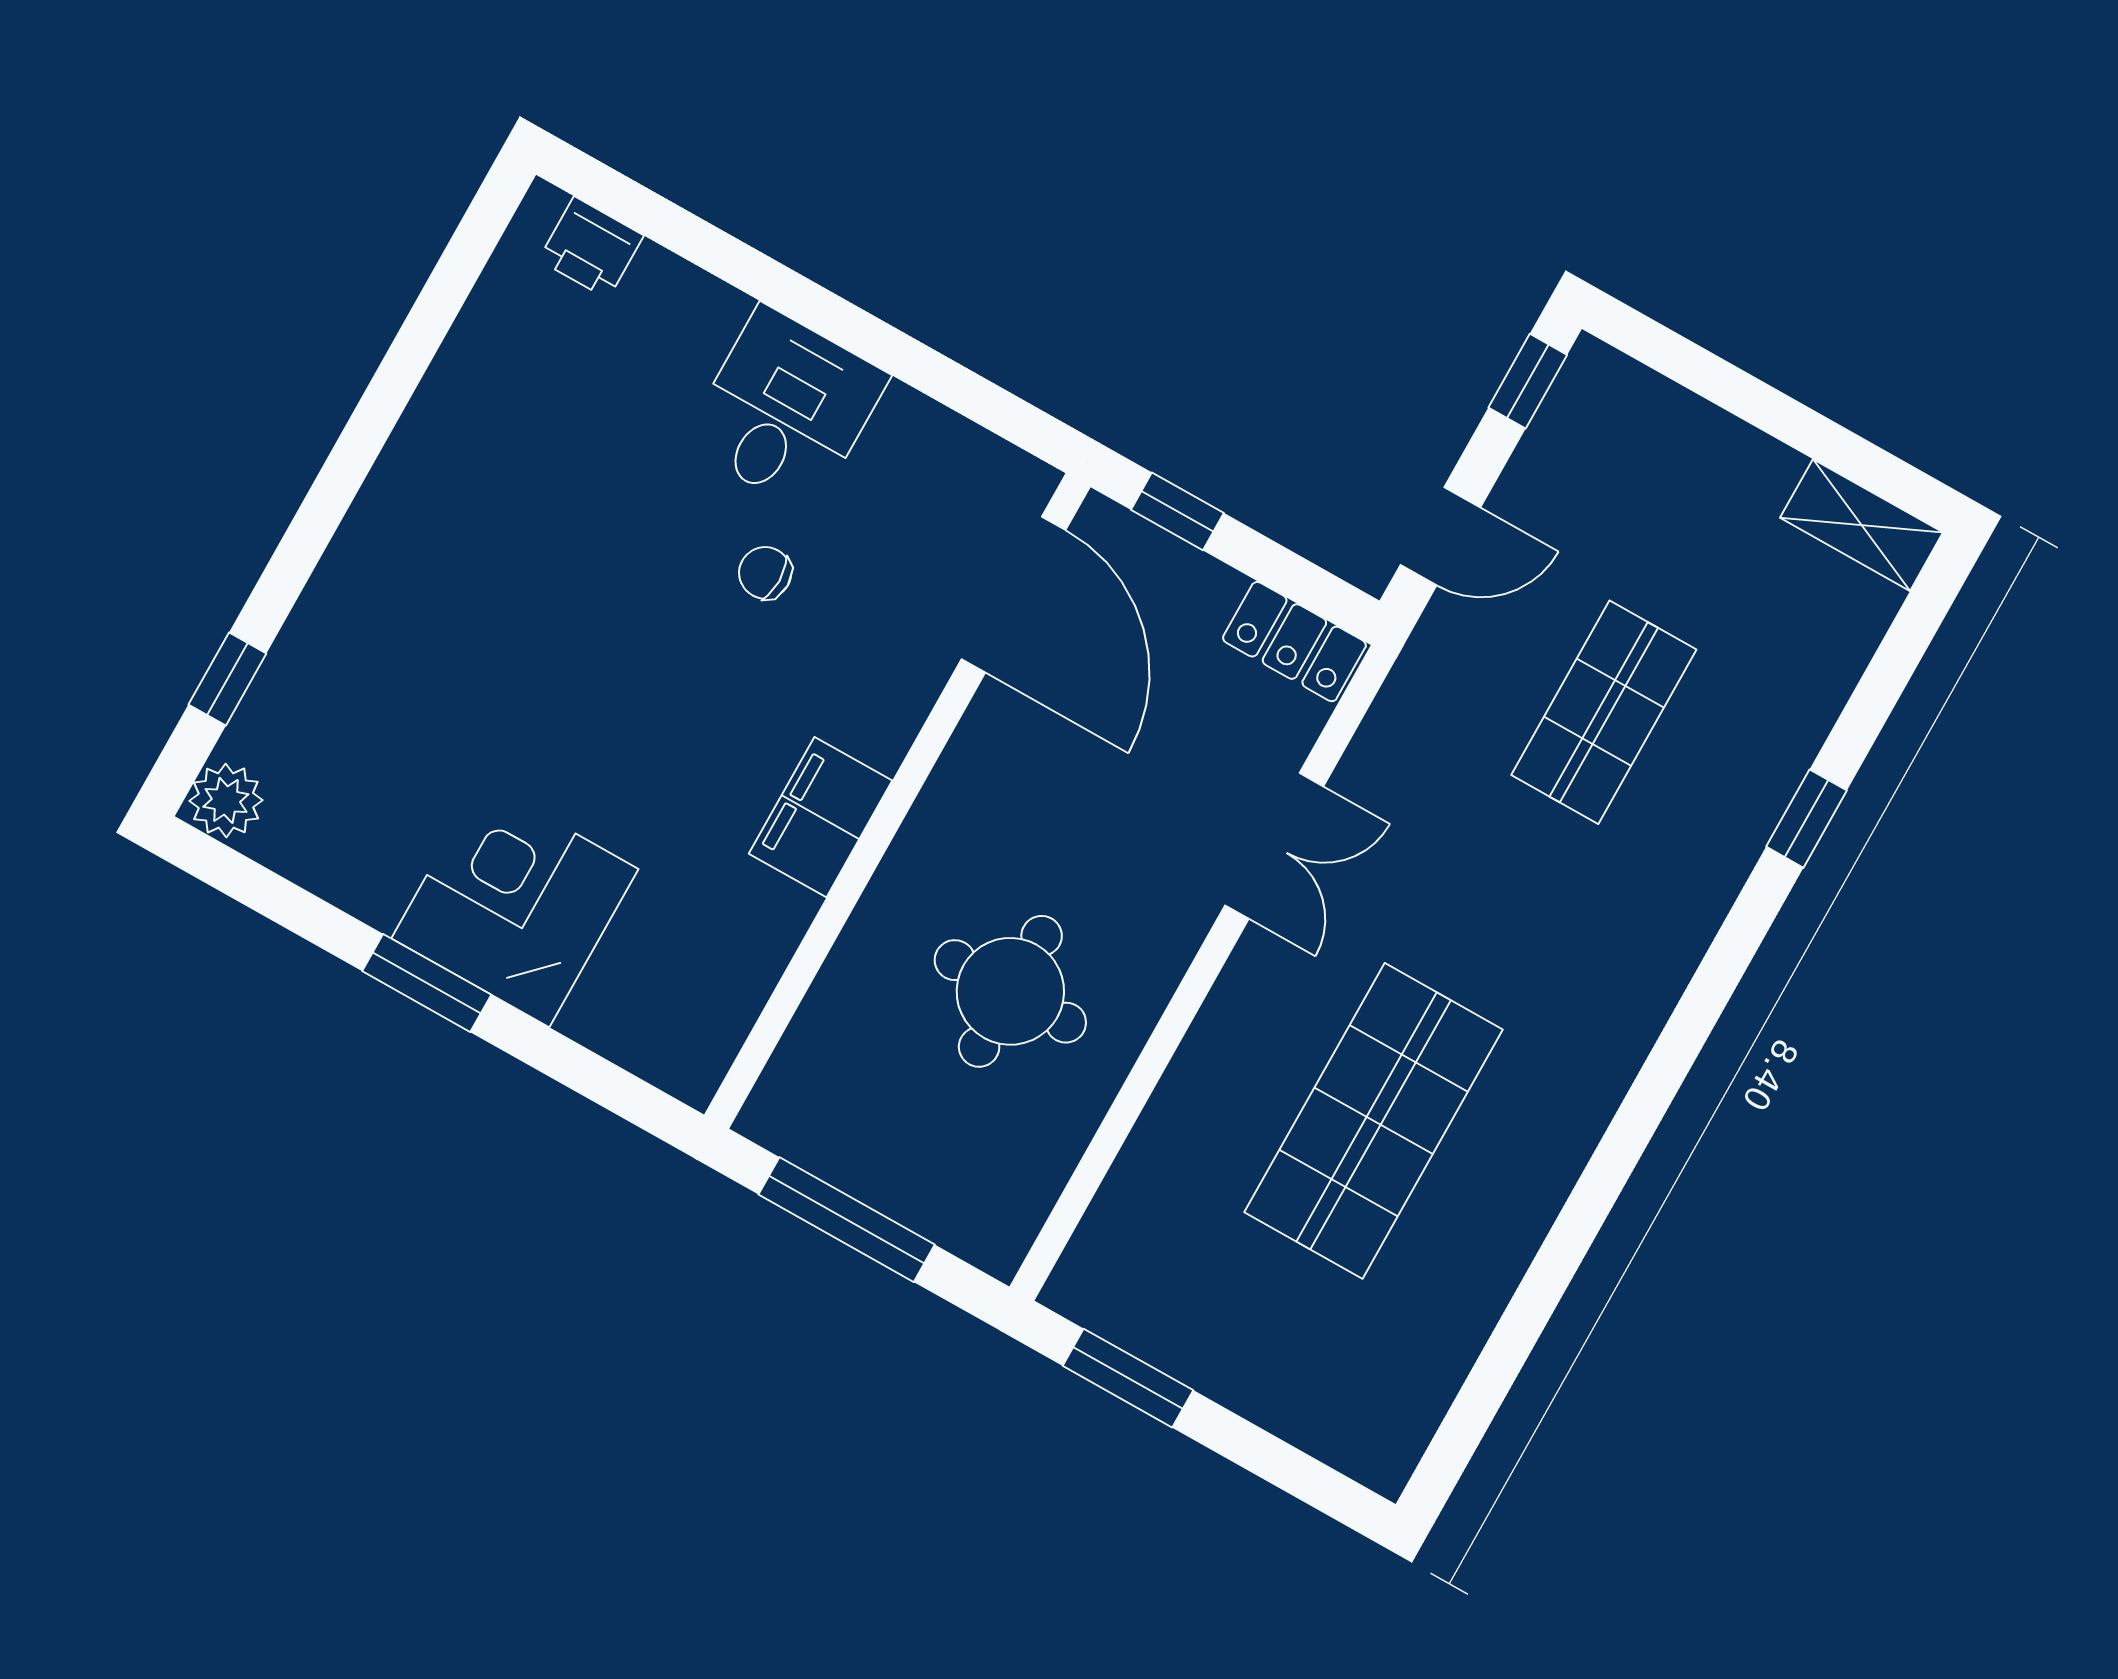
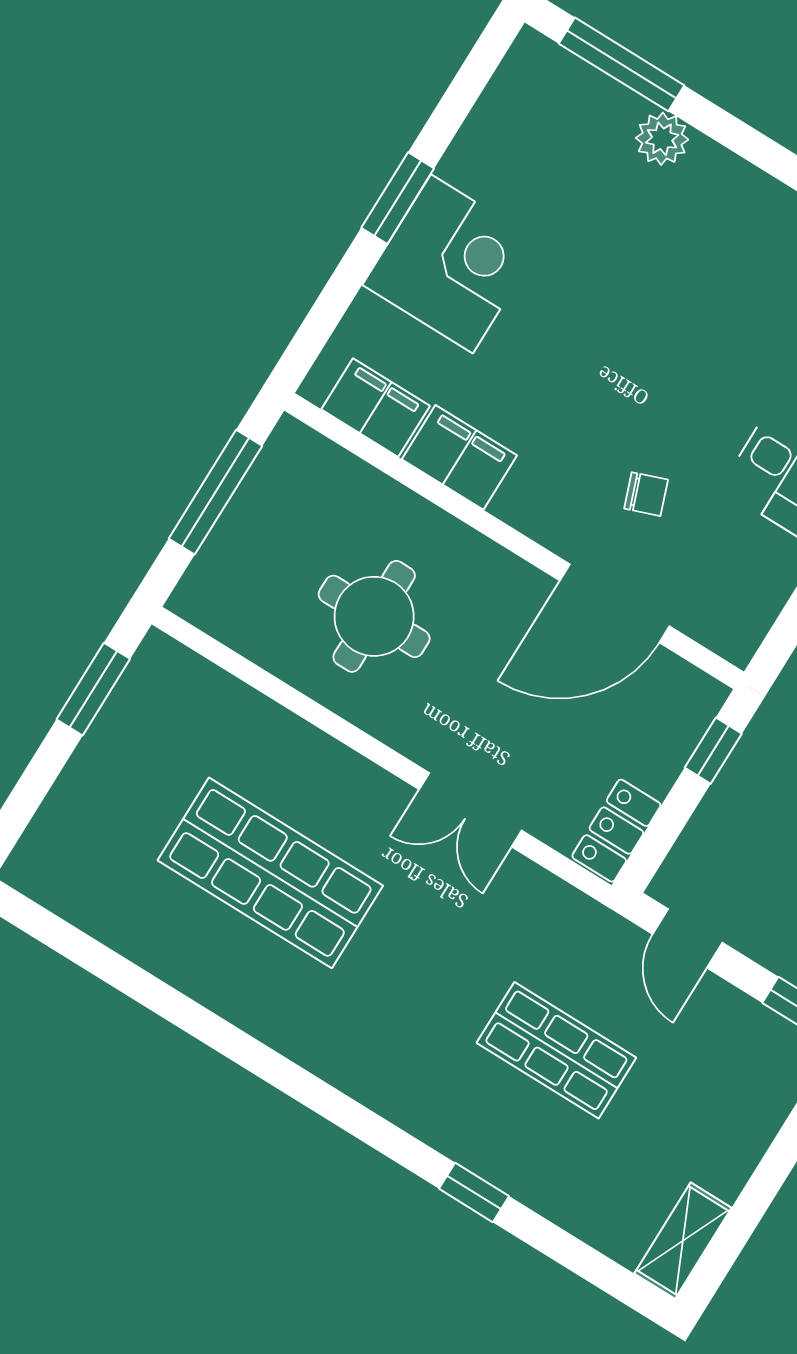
chair: (765, 573) -> (646, 494), moved, turned 70
door: (1014, 595) -> (615, 603), moved
window: (227, 679) -> (622, 64), width x2.17
plant: (226, 800) -> (662, 139), moved
filing cabinet: (820, 817) -> (459, 457), moved
filing cabinet: (720, 1001) -> (376, 408), added

